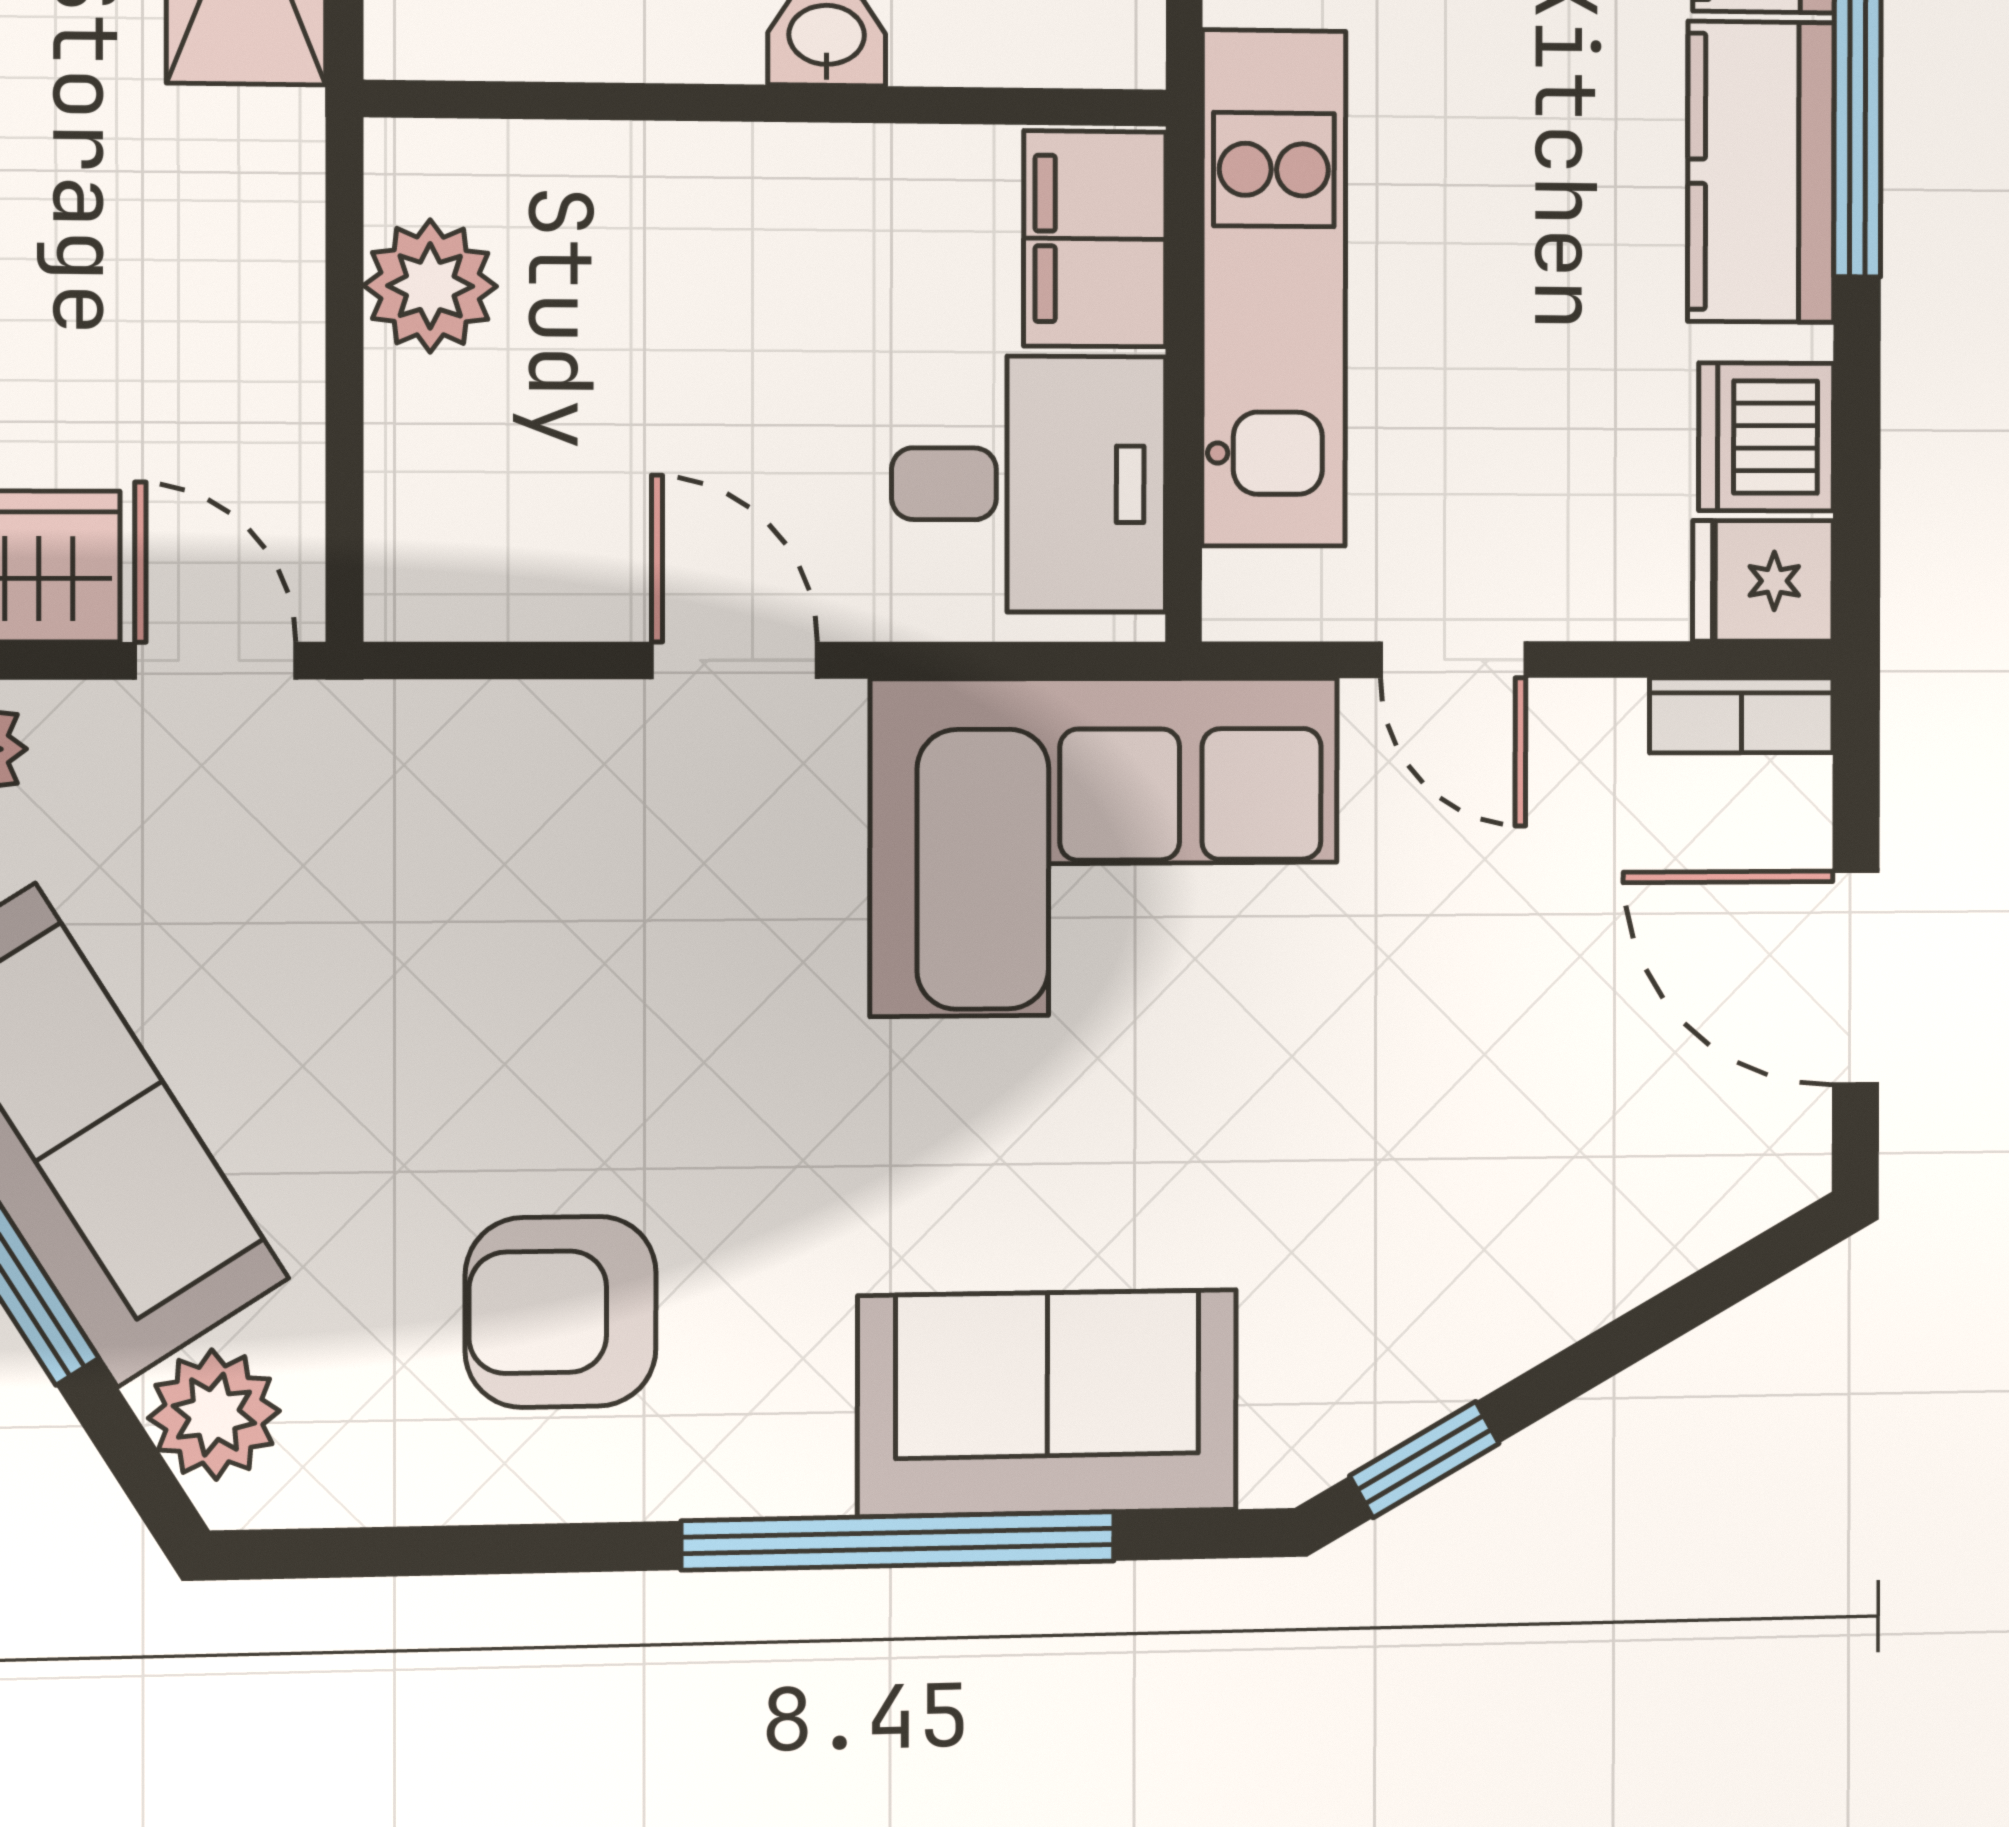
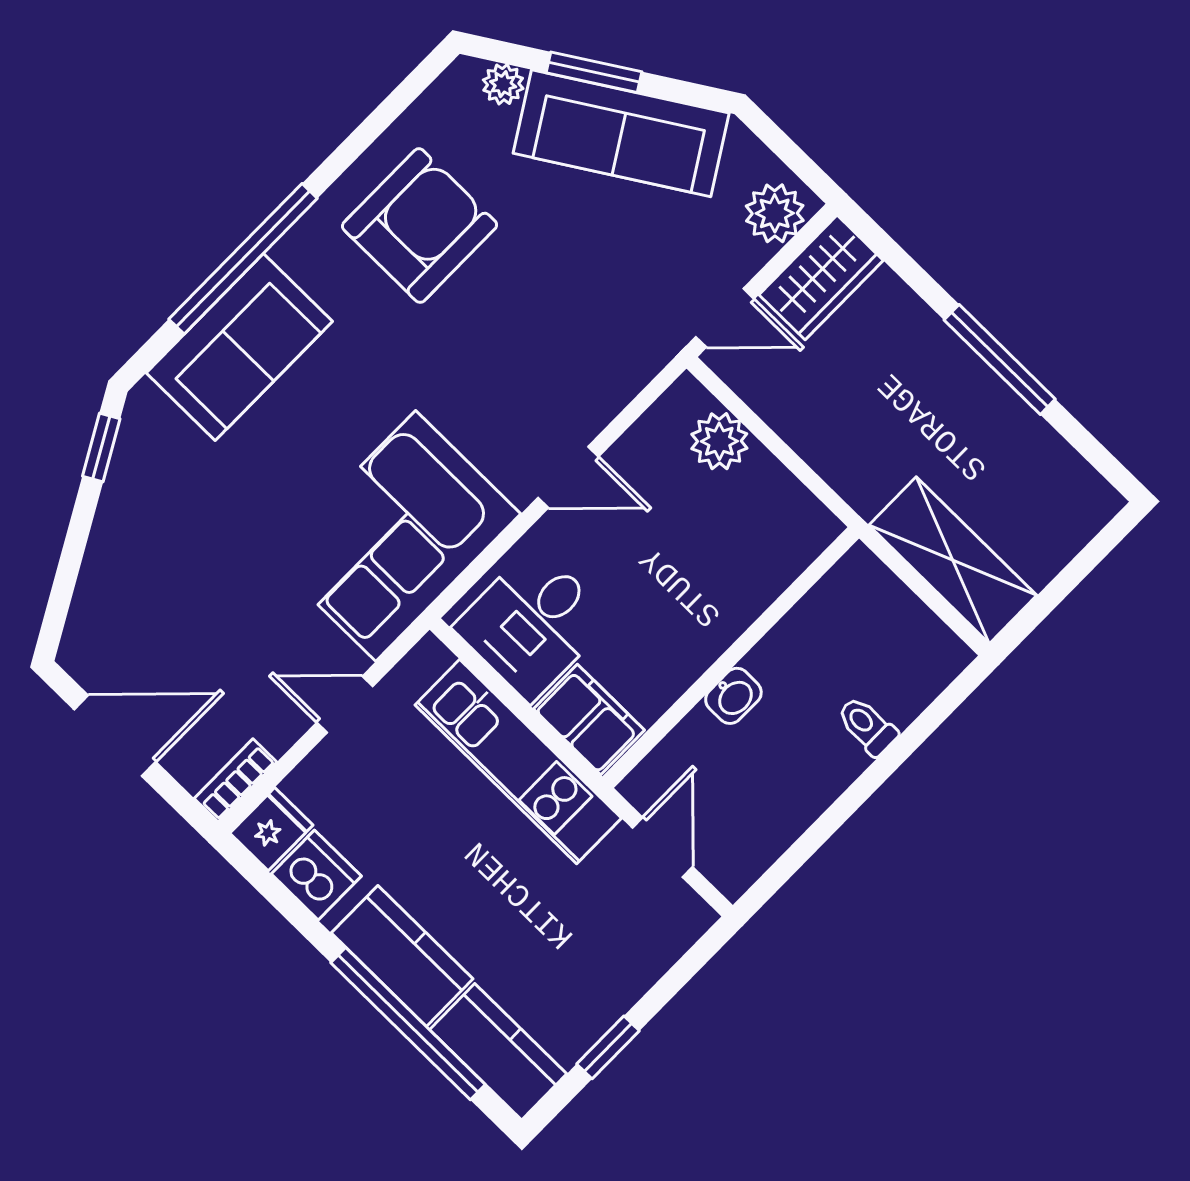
plant: (430, 286) -> (719, 441), moved
armchair: (561, 1312) -> (420, 226), width x1.36, depth x1.36
plant: (214, 1415) -> (503, 84), width x0.73, depth x0.73

